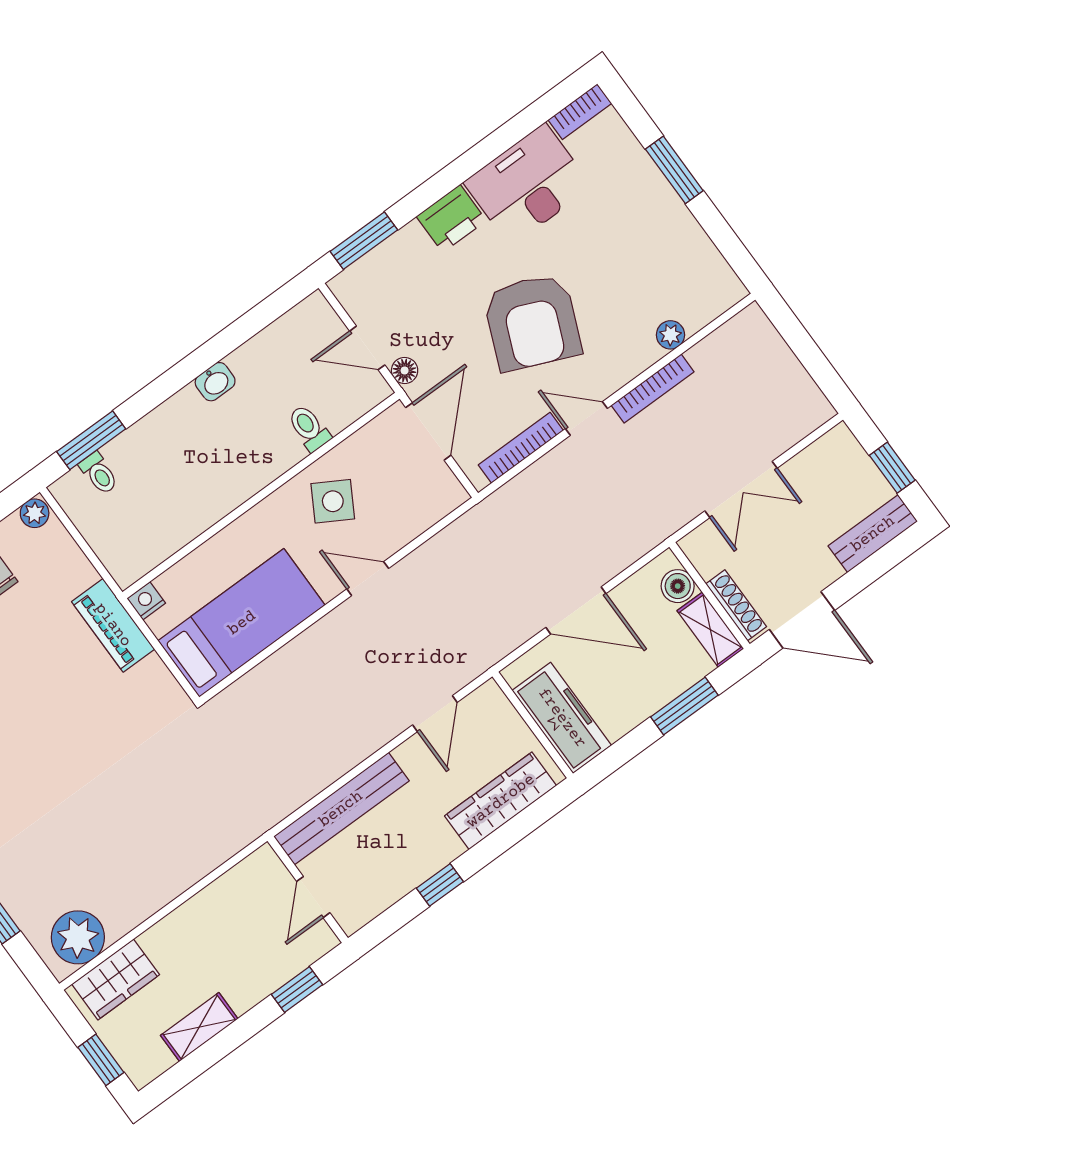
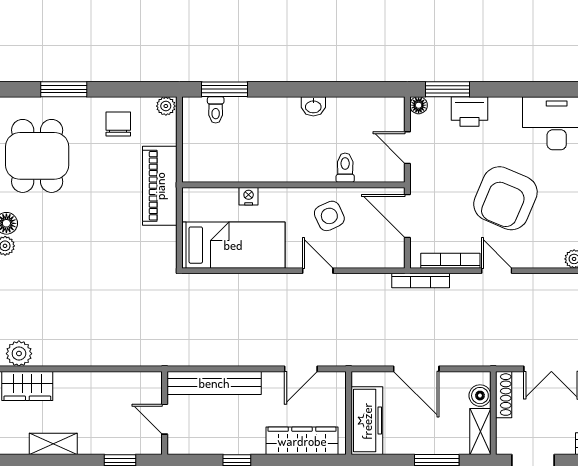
printer: (451, 218) -> (469, 112), moved
floor lamp: (405, 370) -> (419, 105), moved
bookcase: (653, 389) -> (421, 281), moved
door: (428, 431) -> (407, 216), swing flipped
side table: (333, 501) -> (329, 216), turned 35
nightstand: (146, 601) -> (249, 196), moved
shoe rack: (736, 605) -> (504, 395), moved
piano: (113, 625) -> (160, 186), width x1.37, depth x1.33
door: (313, 897) -> (165, 419), hinge flipped
plant: (78, 937) -> (19, 354), width x0.73, depth x0.73

